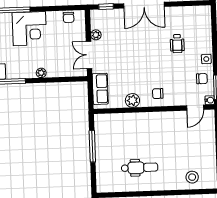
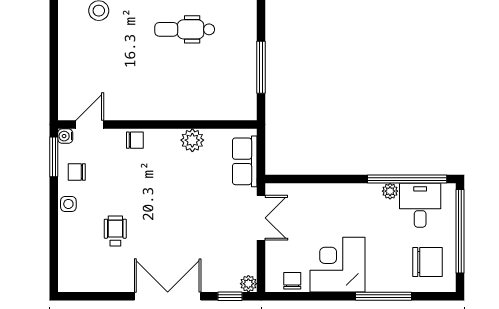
corner desk: (29, 29) -> (337, 265), moved
plant: (96, 35) -> (248, 284), moved
plant: (41, 73) -> (390, 191), moved
chair: (158, 94) -> (135, 140), moved

